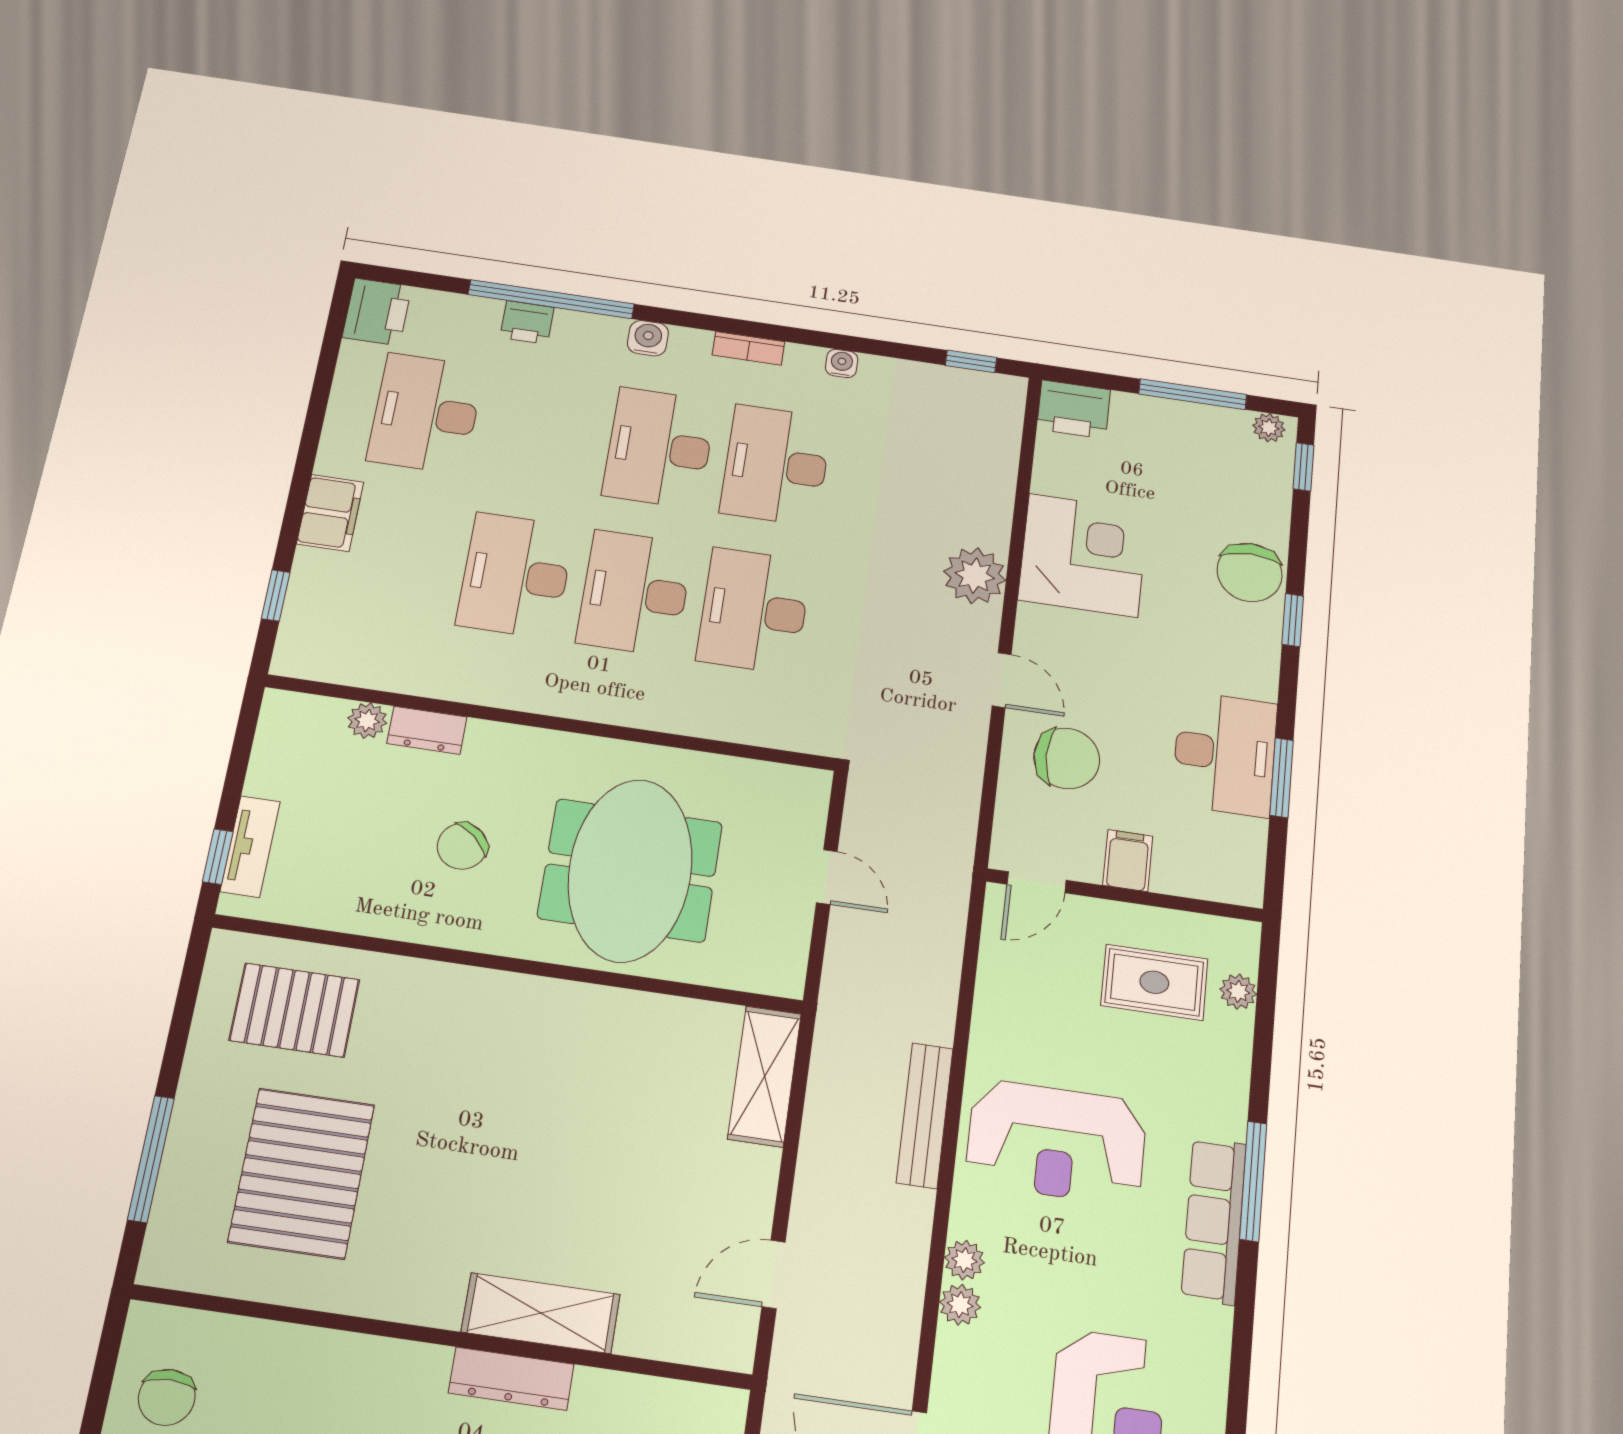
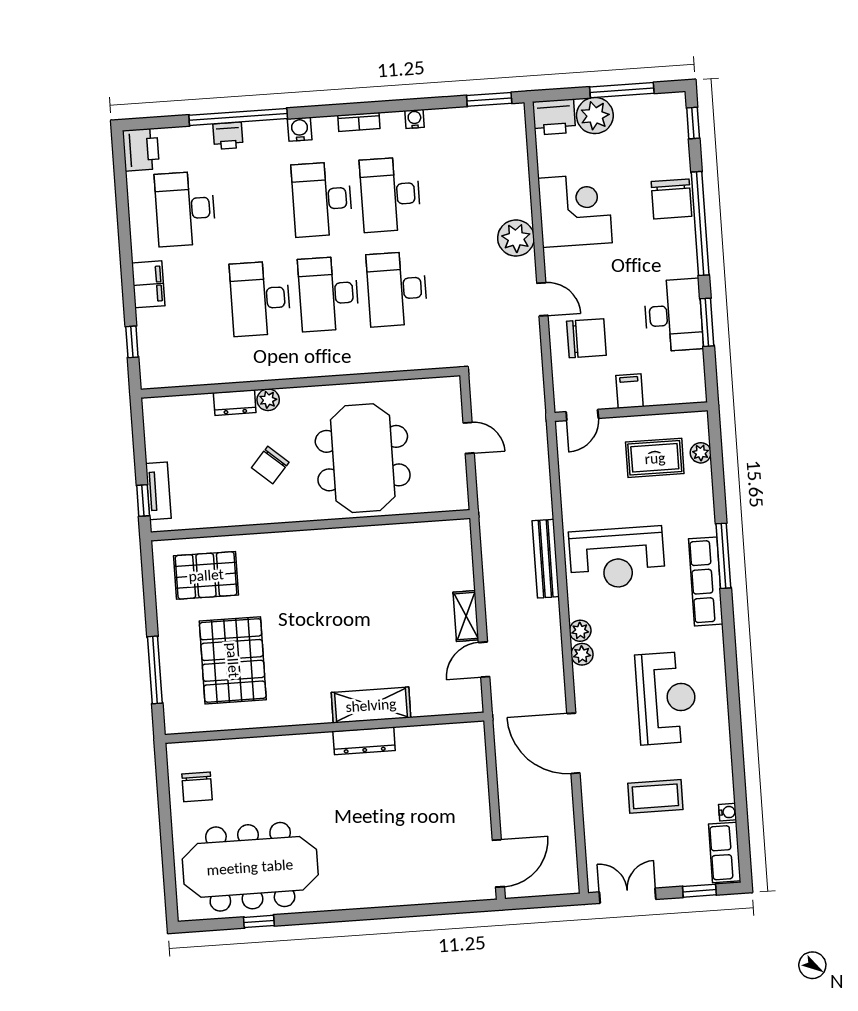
window: (971, 361) -> (489, 99), width x1.50
plant: (1269, 428) -> (595, 116), moved, width x1.87, depth x1.87
window: (1293, 620) -> (700, 224), width x3.17
plant: (367, 721) -> (268, 400), moved
shelving: (765, 1076) -> (466, 616), moved, width x0.67, depth x0.75

